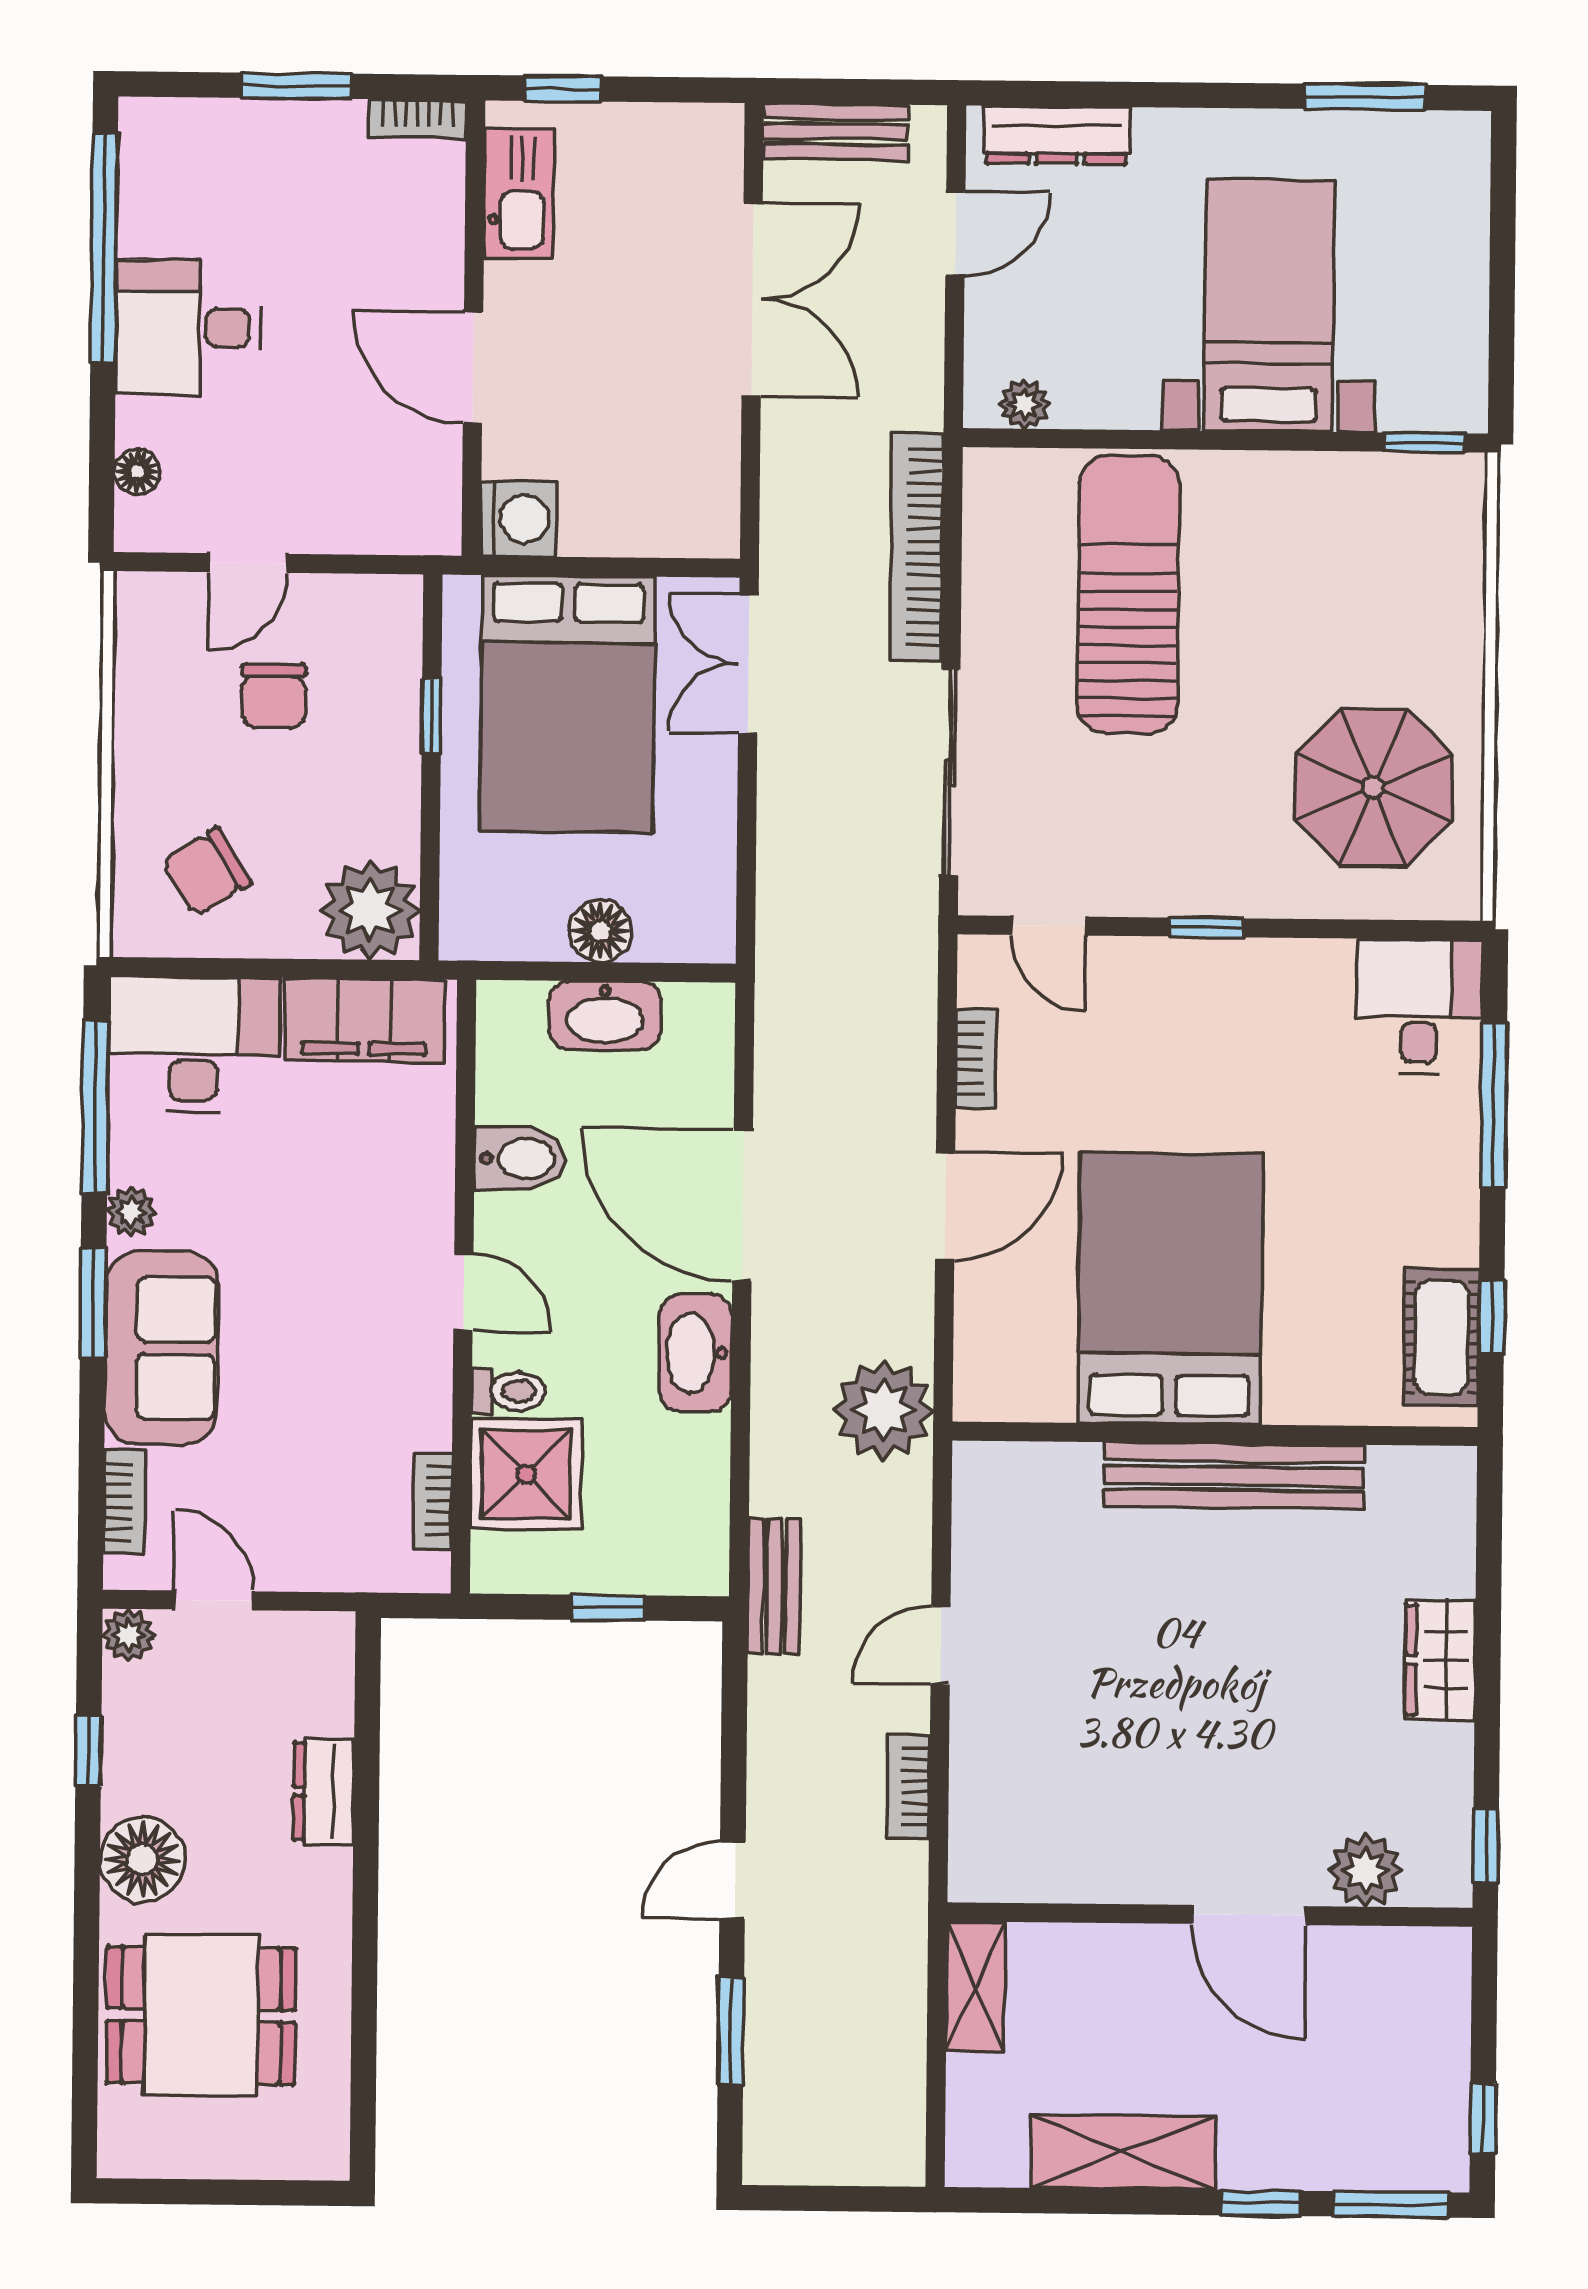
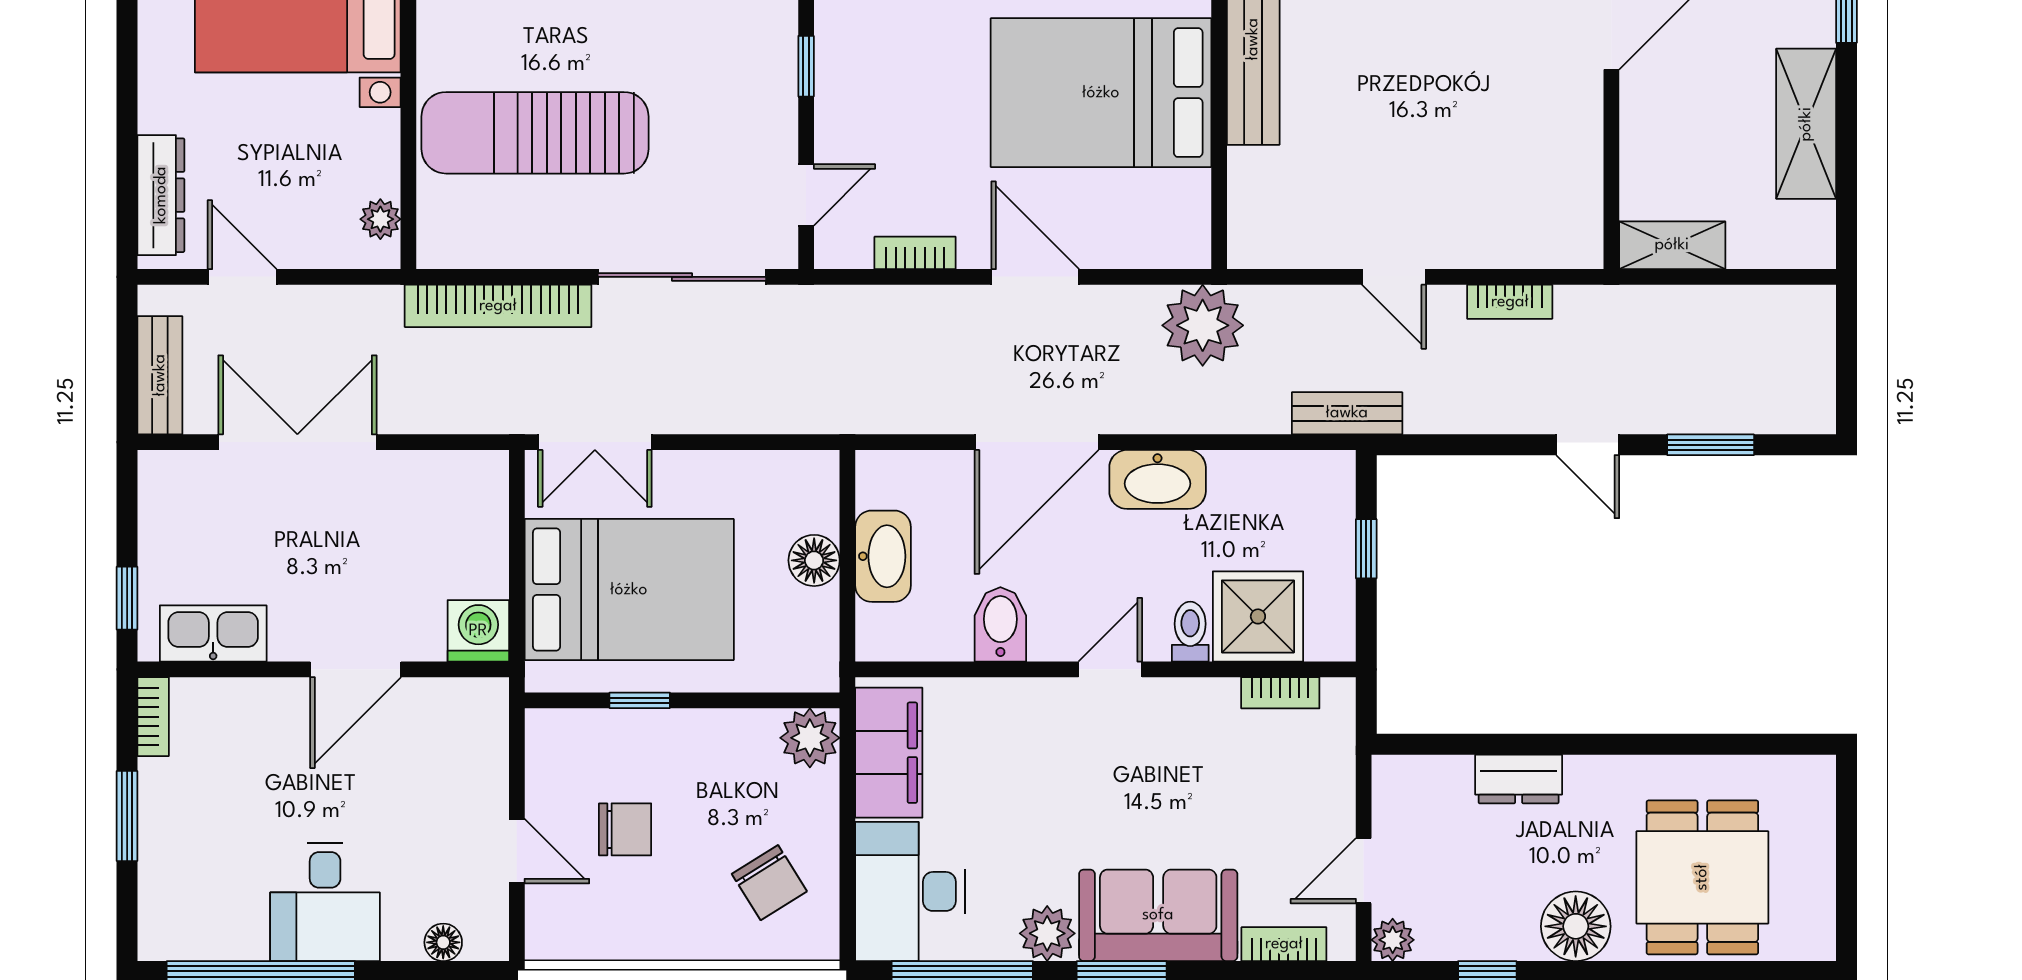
plant: (370, 910) -> (810, 738), width x0.73, depth x0.73
plant: (131, 1212) -> (1047, 933), width x1.38, depth x1.38

